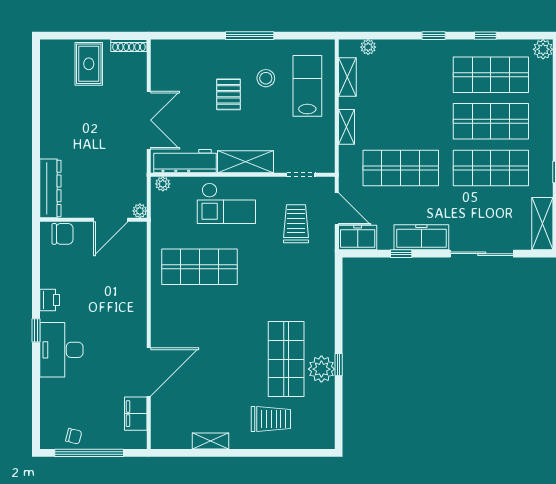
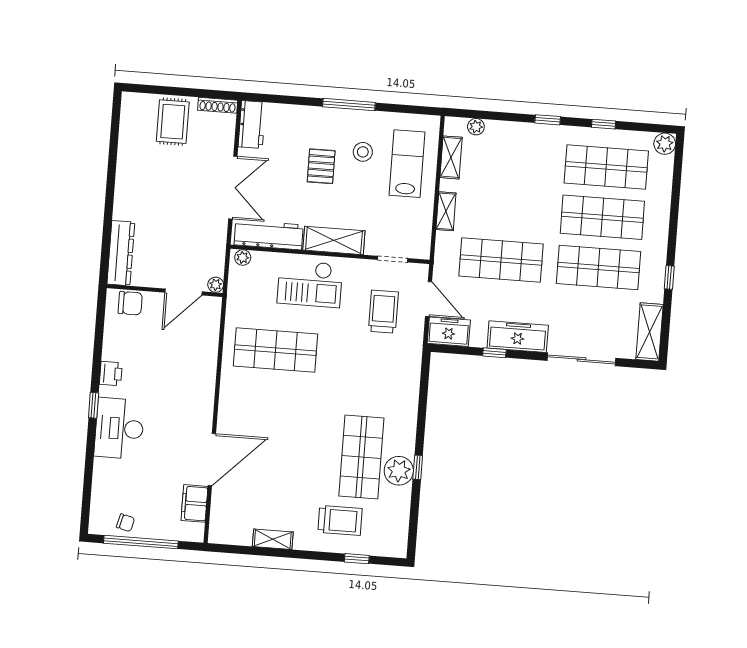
workbench: (162, 61) -> (252, 124), added
window: (289, 453) -> (357, 559), added

